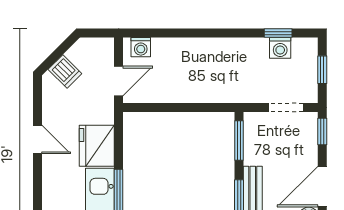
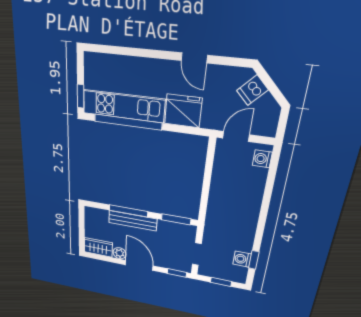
door: (119, 81) -> (236, 136), swing flipped
door: (38, 139) -> (194, 58), hinge flipped

